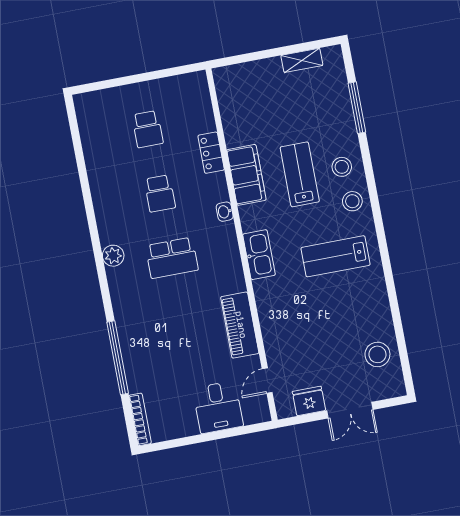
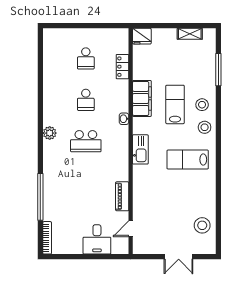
locker: (211, 153) -> (122, 67), moved
piano: (240, 325) -> (122, 196), width x0.73, depth x0.75
fridge: (309, 401) -> (142, 36), moved, turned 180

